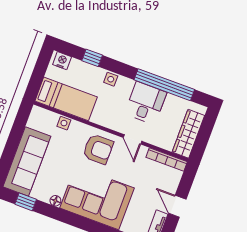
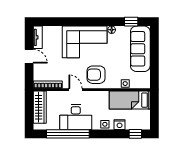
window: (92, 58) -> (135, 134), moved
nightstand: (62, 61) -> (120, 125), moved
desk: (146, 103) -> (76, 117), width x1.37

